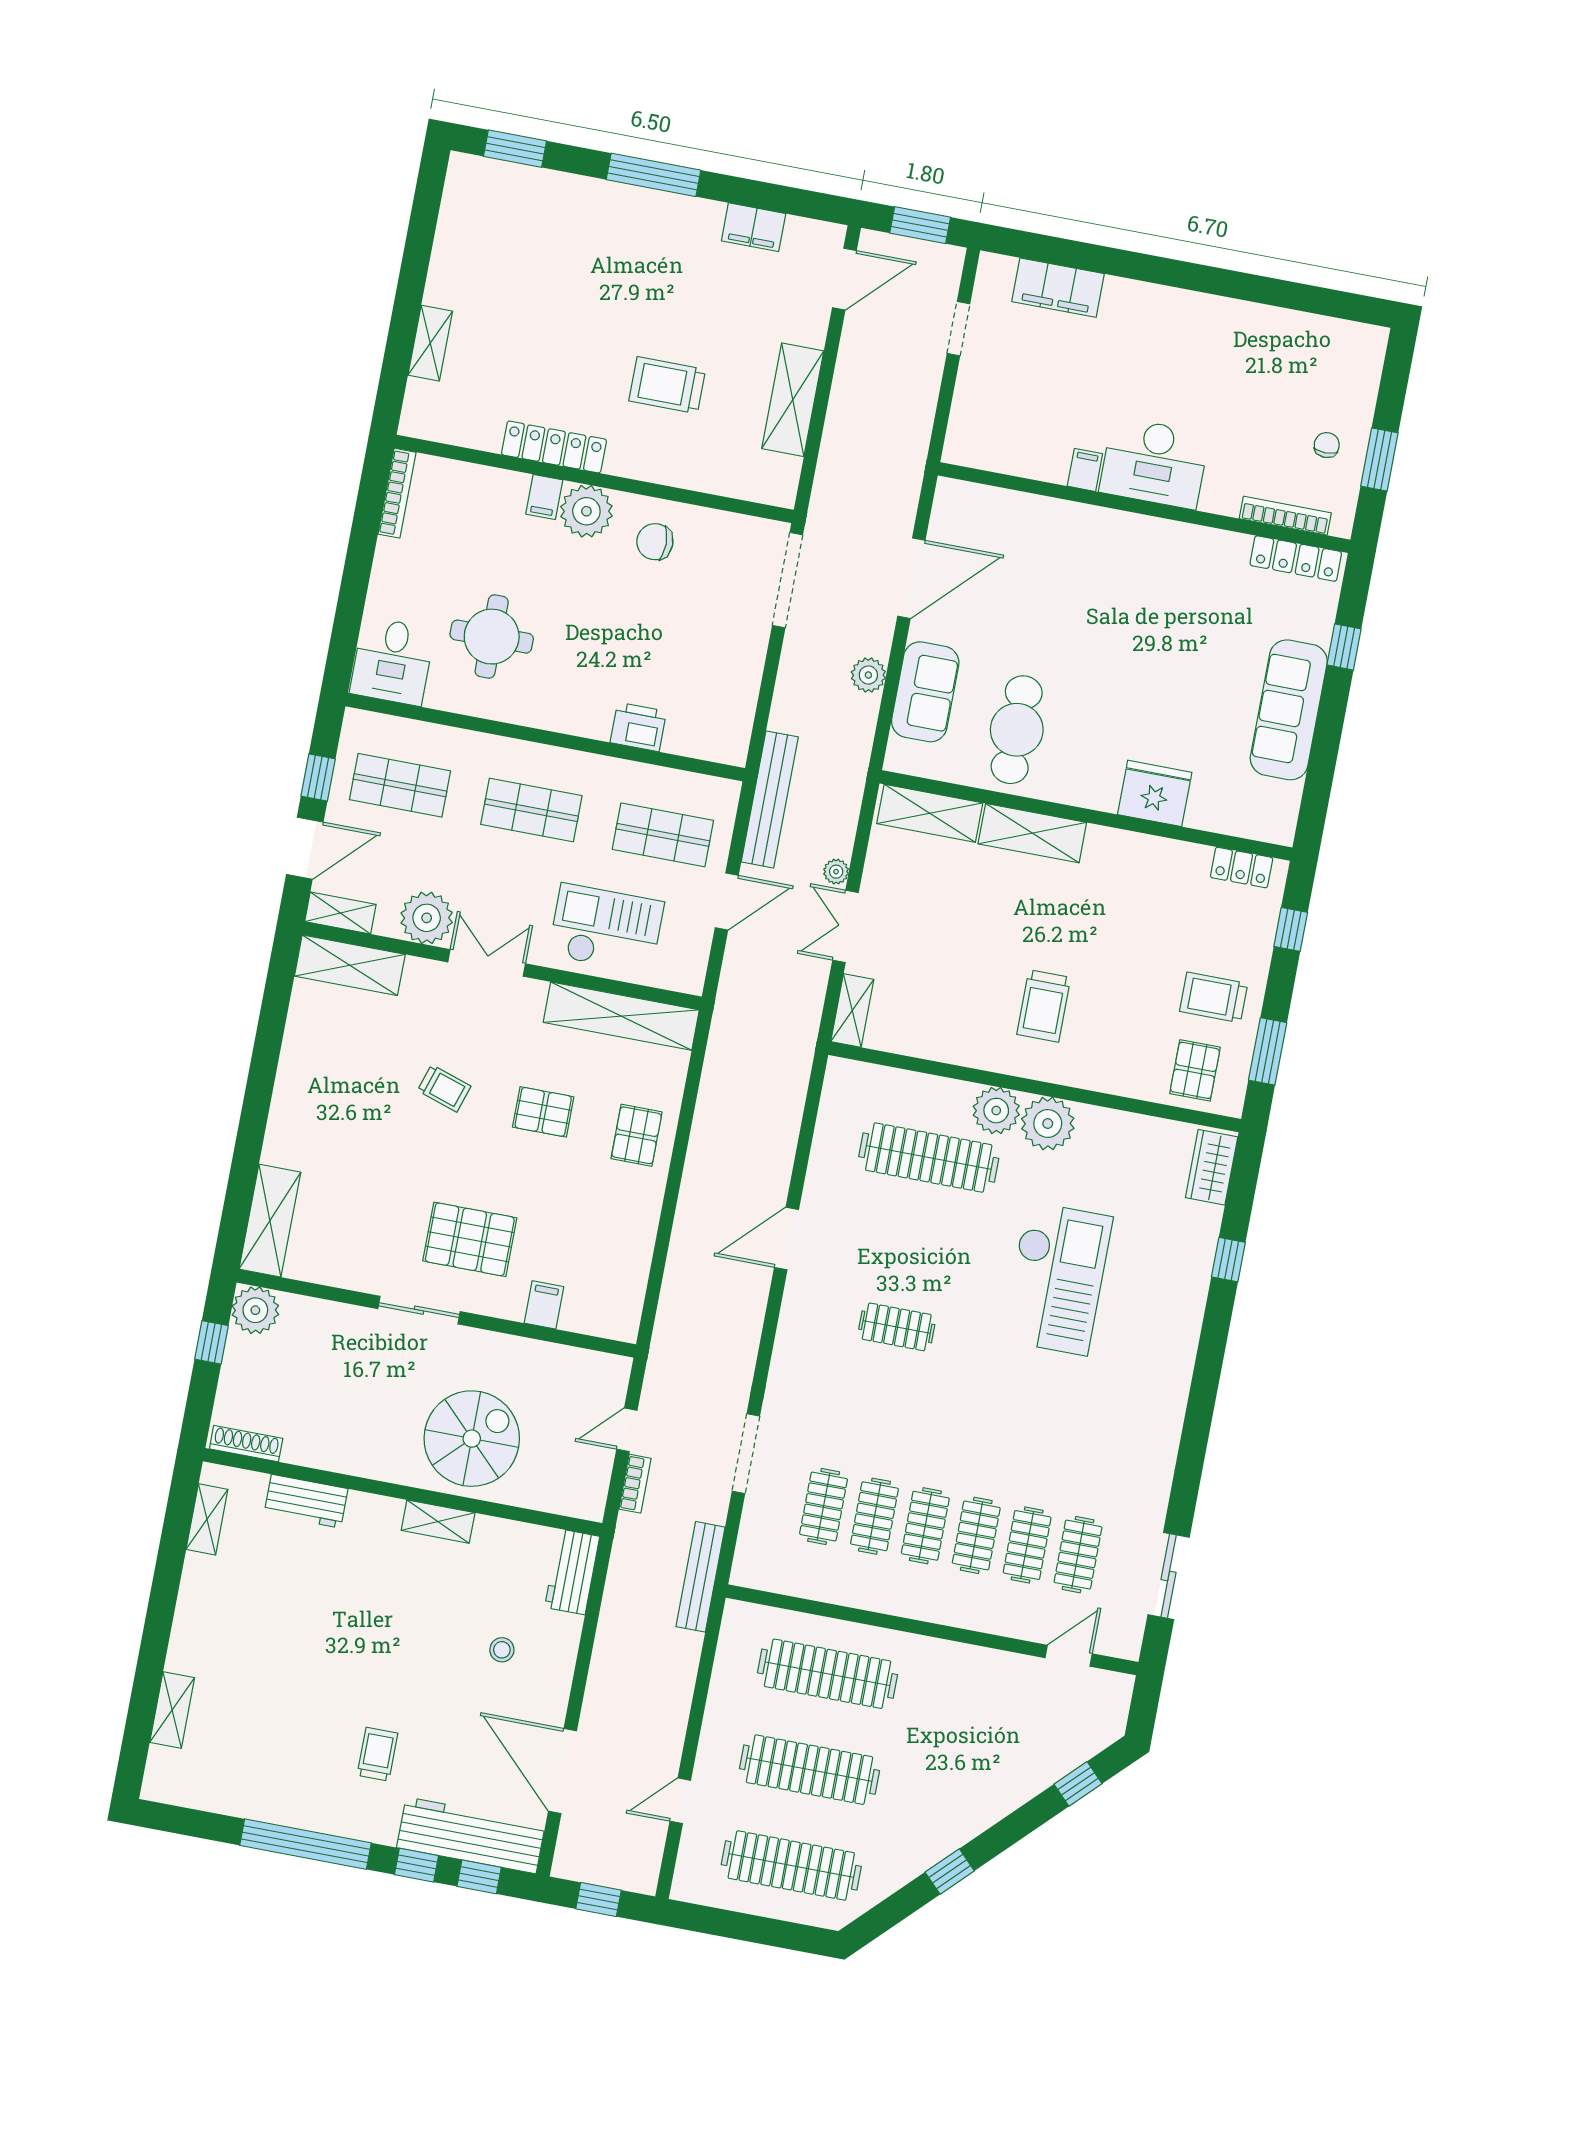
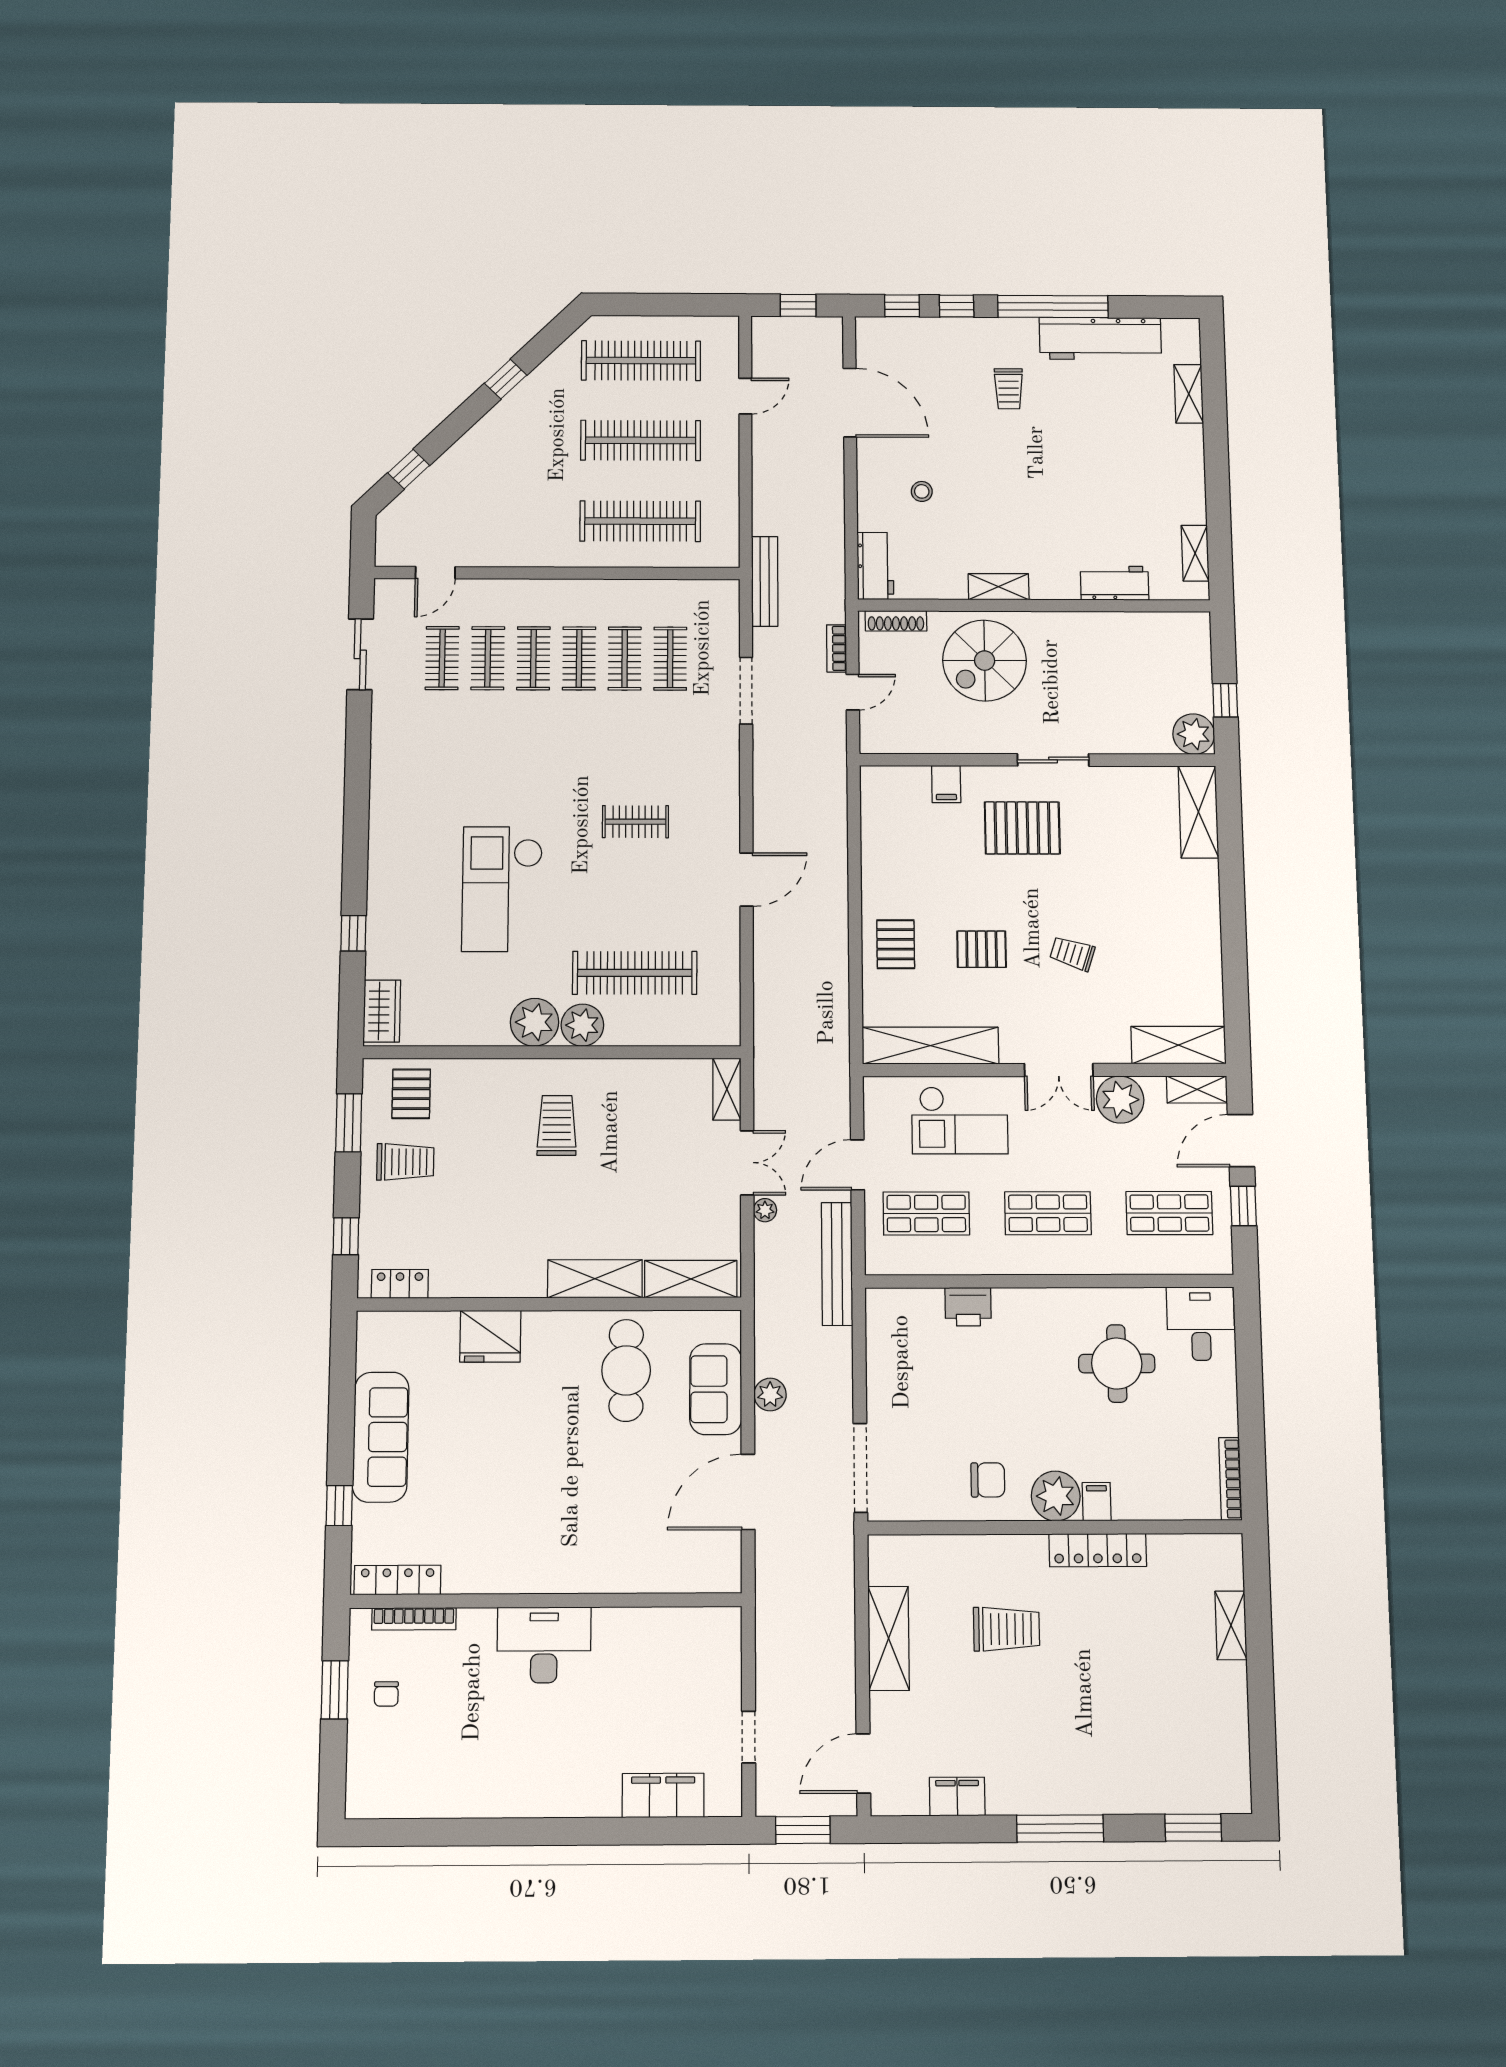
filing cabinet: (1085, 470) -> (607, 1625), removed
shoe rack: (246, 1444) -> (896, 621), moved
workbench: (471, 1835) -> (1100, 338), moved

